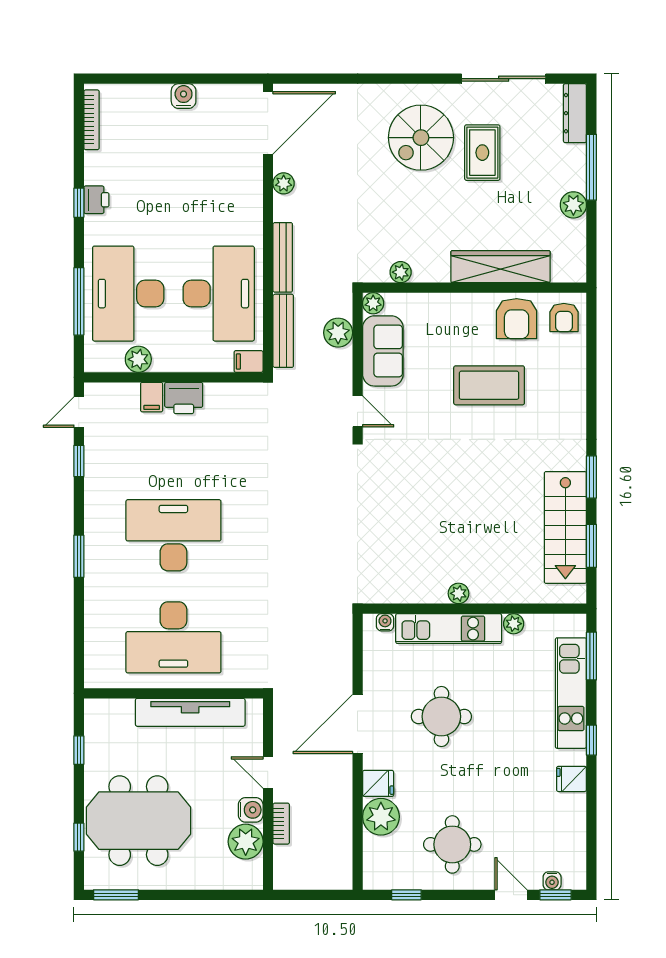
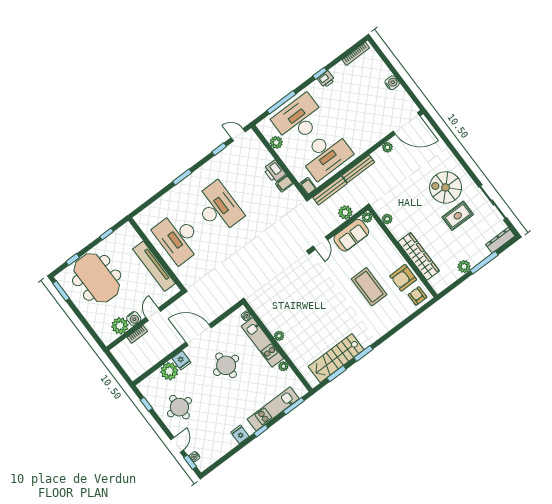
armchair: (564, 318) -> (417, 296), turned 90
filing cabinet: (152, 397) -> (284, 184), moved

